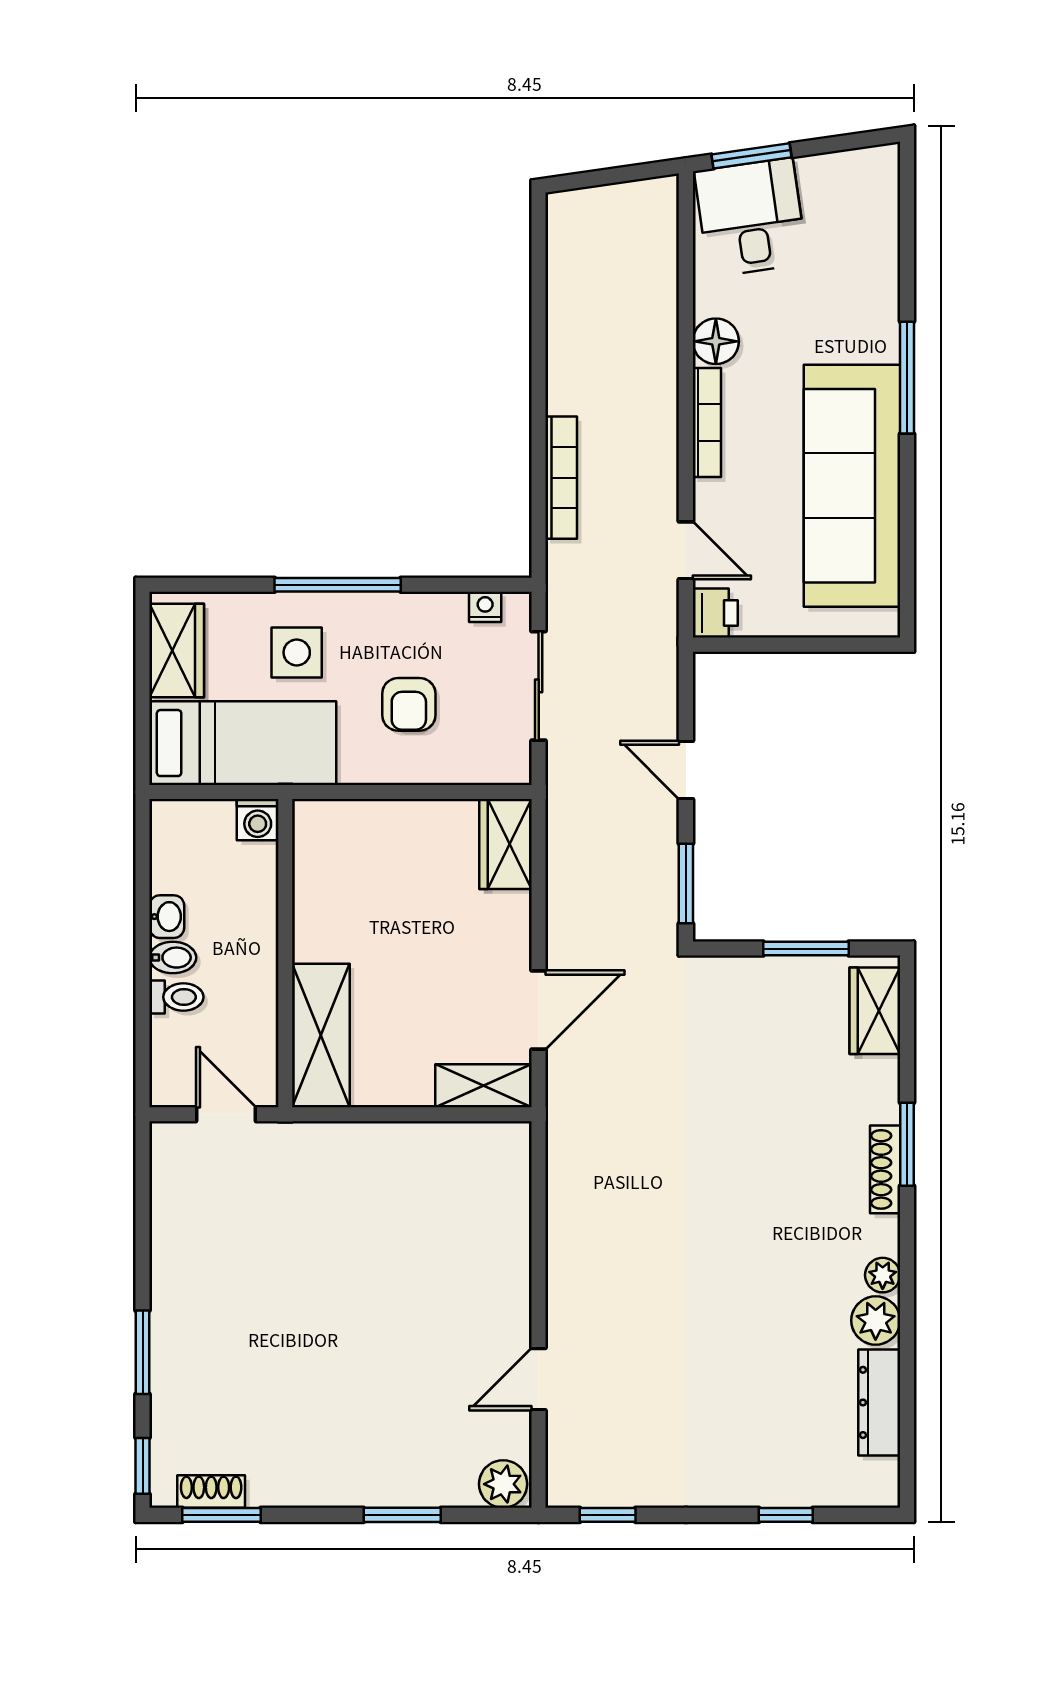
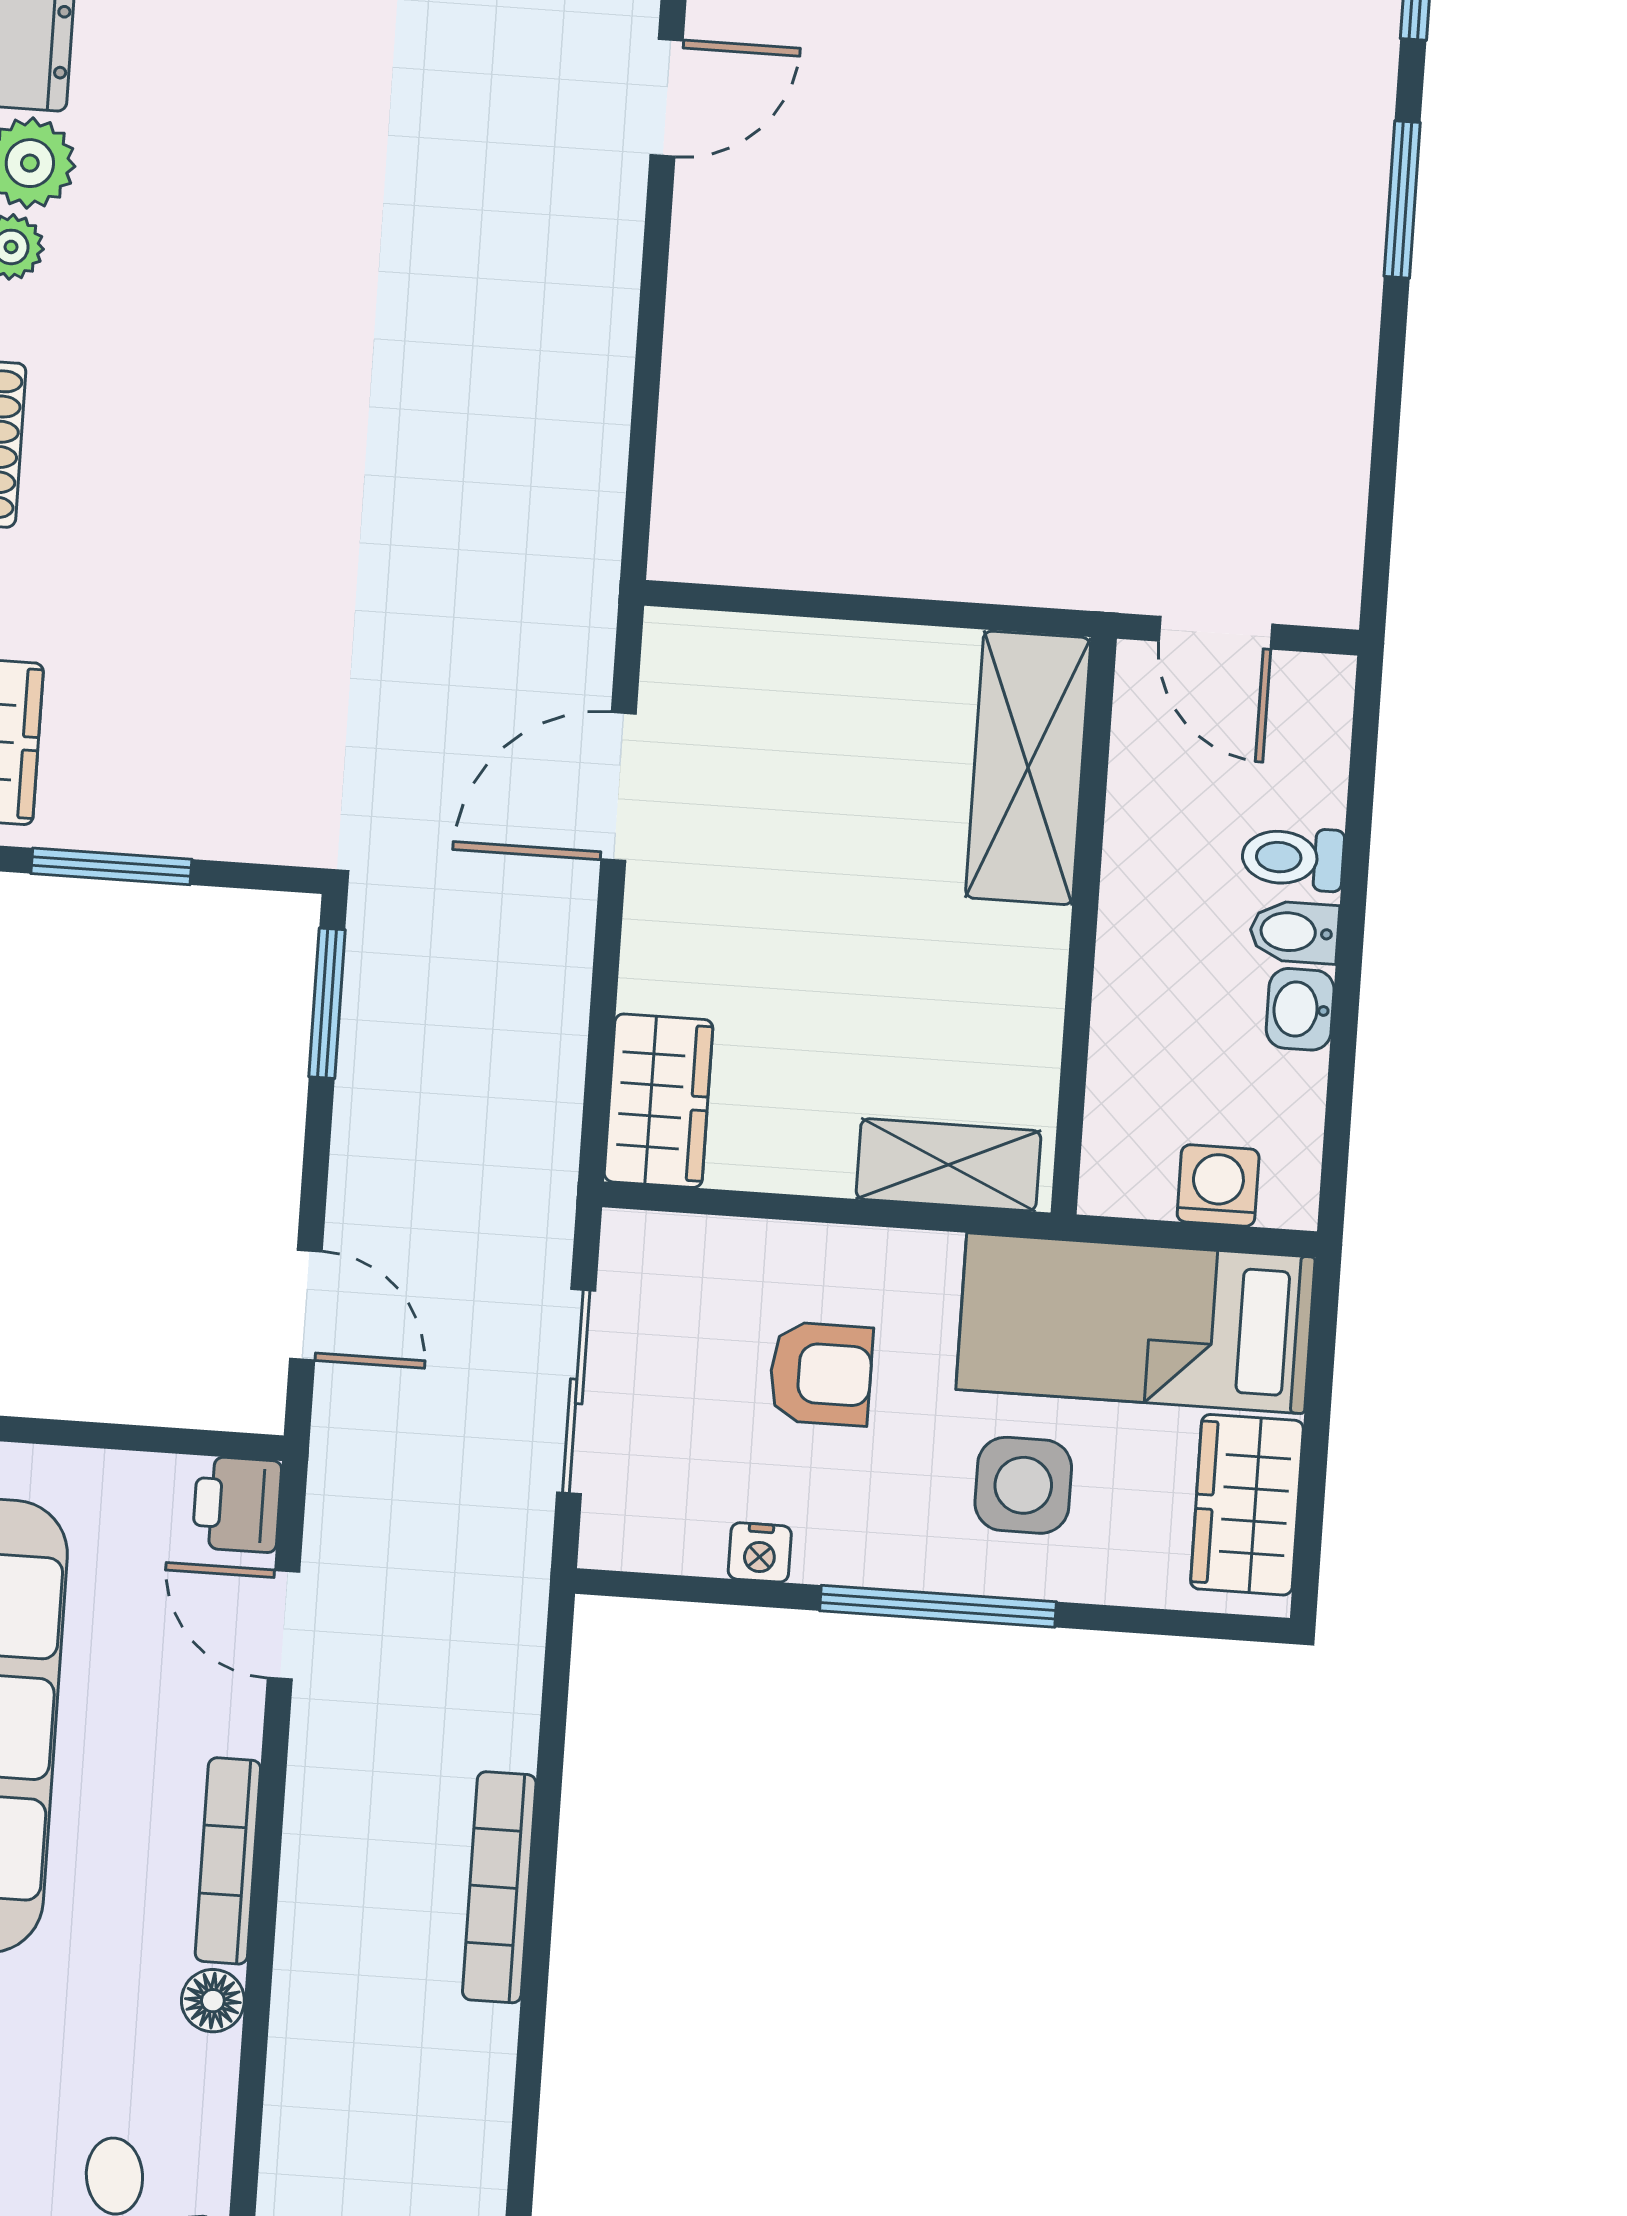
floor lamp: (716, 341) -> (213, 2001), width x0.73, depth x0.73
bookcase: (561, 478) -> (499, 1887), moved
nightstand: (485, 607) -> (760, 1552), moved
armchair: (409, 704) -> (821, 1374), turned 90
door: (686, 770) -> (306, 1305), moved
washing machine: (258, 820) -> (1218, 1185), moved
shelving: (483, 1086) -> (948, 1165), moved

